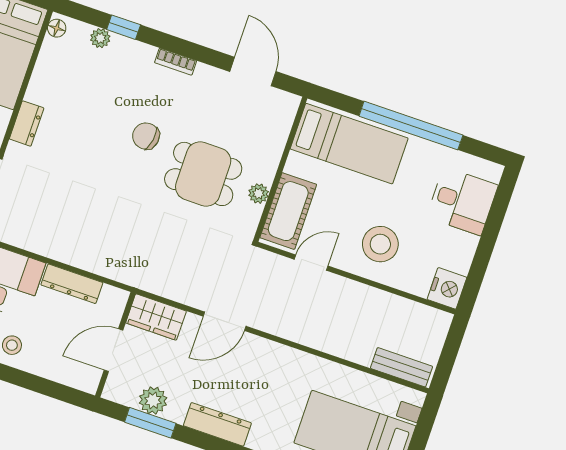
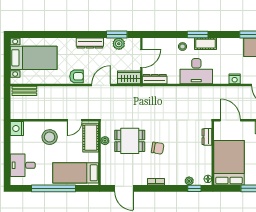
window: (124, 27) -> (194, 188), moved
dresser: (72, 284) -> (155, 79), moved
armchair: (273, 360) -> (76, 76), added

